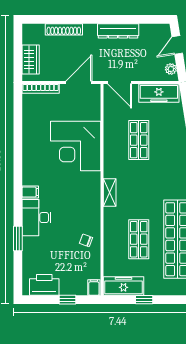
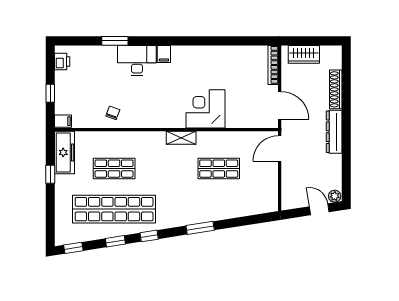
dresser: (118, 31) -> (334, 132), moved
plant: (171, 69) -> (335, 196), moved
freezer: (159, 93) -> (268, 190), removed
corner desk: (76, 146) -> (206, 109), width x0.74, depth x0.74
shelving: (110, 192) -> (181, 138), moved
printer: (44, 285) -> (62, 62), width x0.53, depth x0.68

